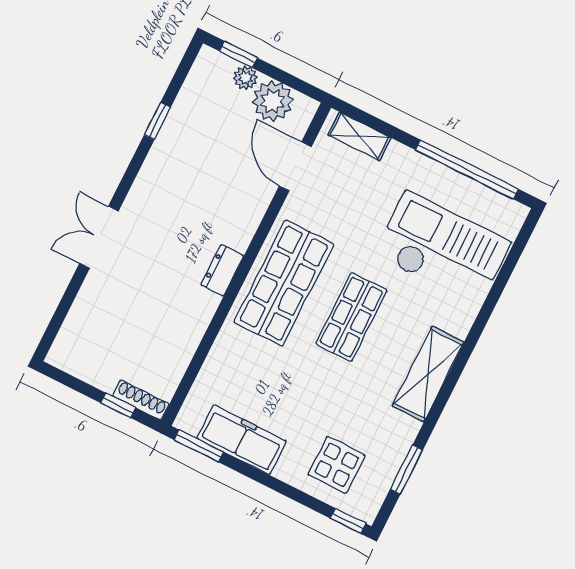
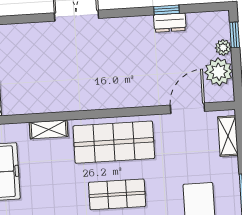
dresser: (222, 270) -> (170, 23), moved, turned 180
shelving: (221, 355) -> (49, 129), added

